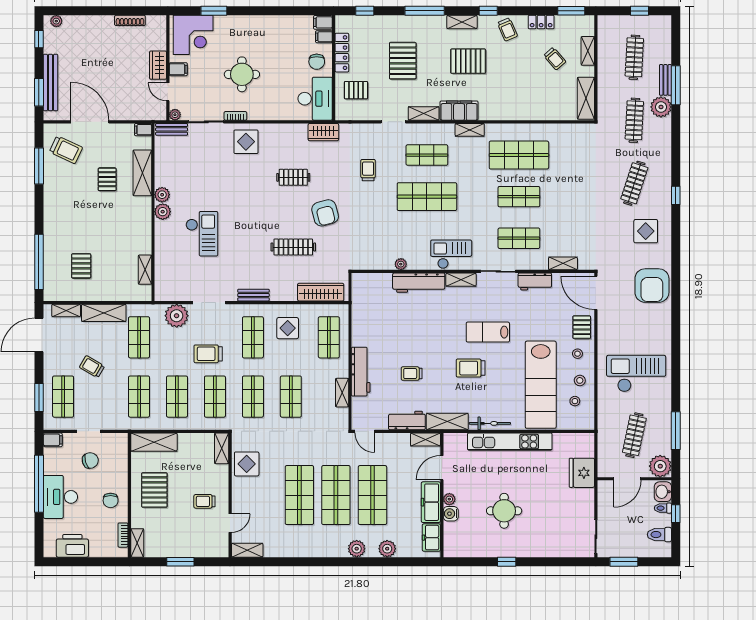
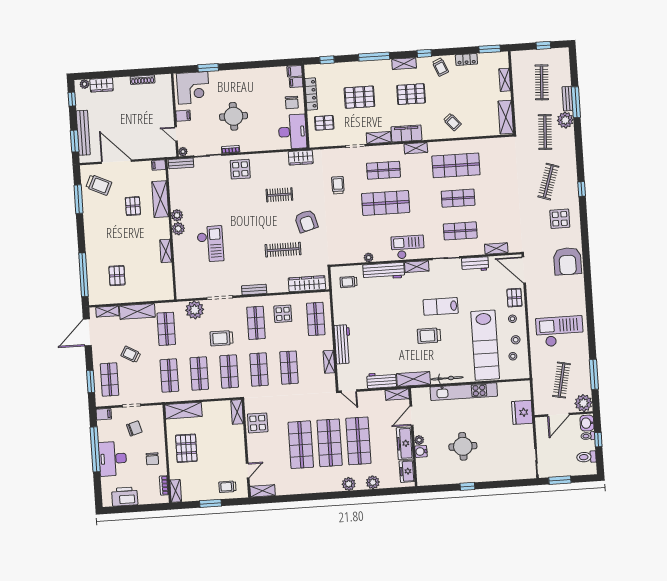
trolley: (555, 59) -> (452, 122), moved
pallet: (403, 61) -> (359, 97), turned 90
wardrobe: (158, 65) -> (102, 85), moved, turned -90
shelving: (145, 270) -> (166, 251), moved
trolley: (412, 374) -> (348, 282), moved
trolley: (204, 501) -> (227, 487), moved

